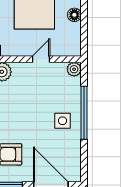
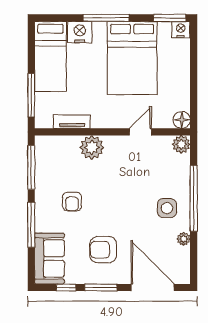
floor lamp: (74, 15) -> (182, 120), moved
plant: (76, 146) -> (184, 239), added

